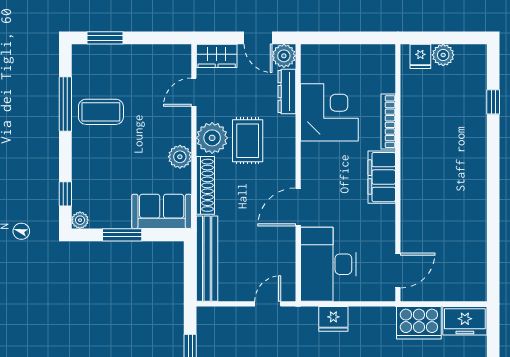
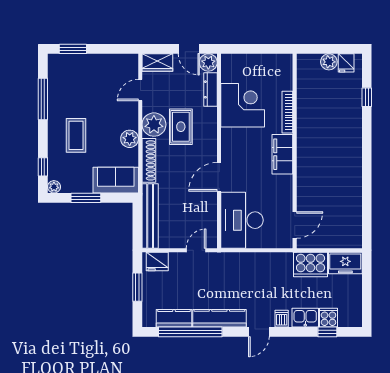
fridge: (420, 56) -> (346, 63), moved
coffee table: (101, 112) -> (76, 135), moved, turned 90
fridge: (333, 319) -> (157, 262), moved

